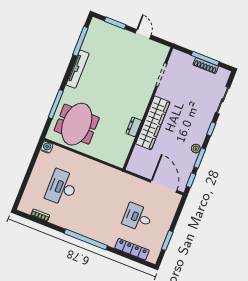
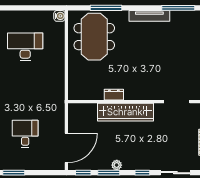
meeting table: (77, 124) -> (94, 37), turned 90

